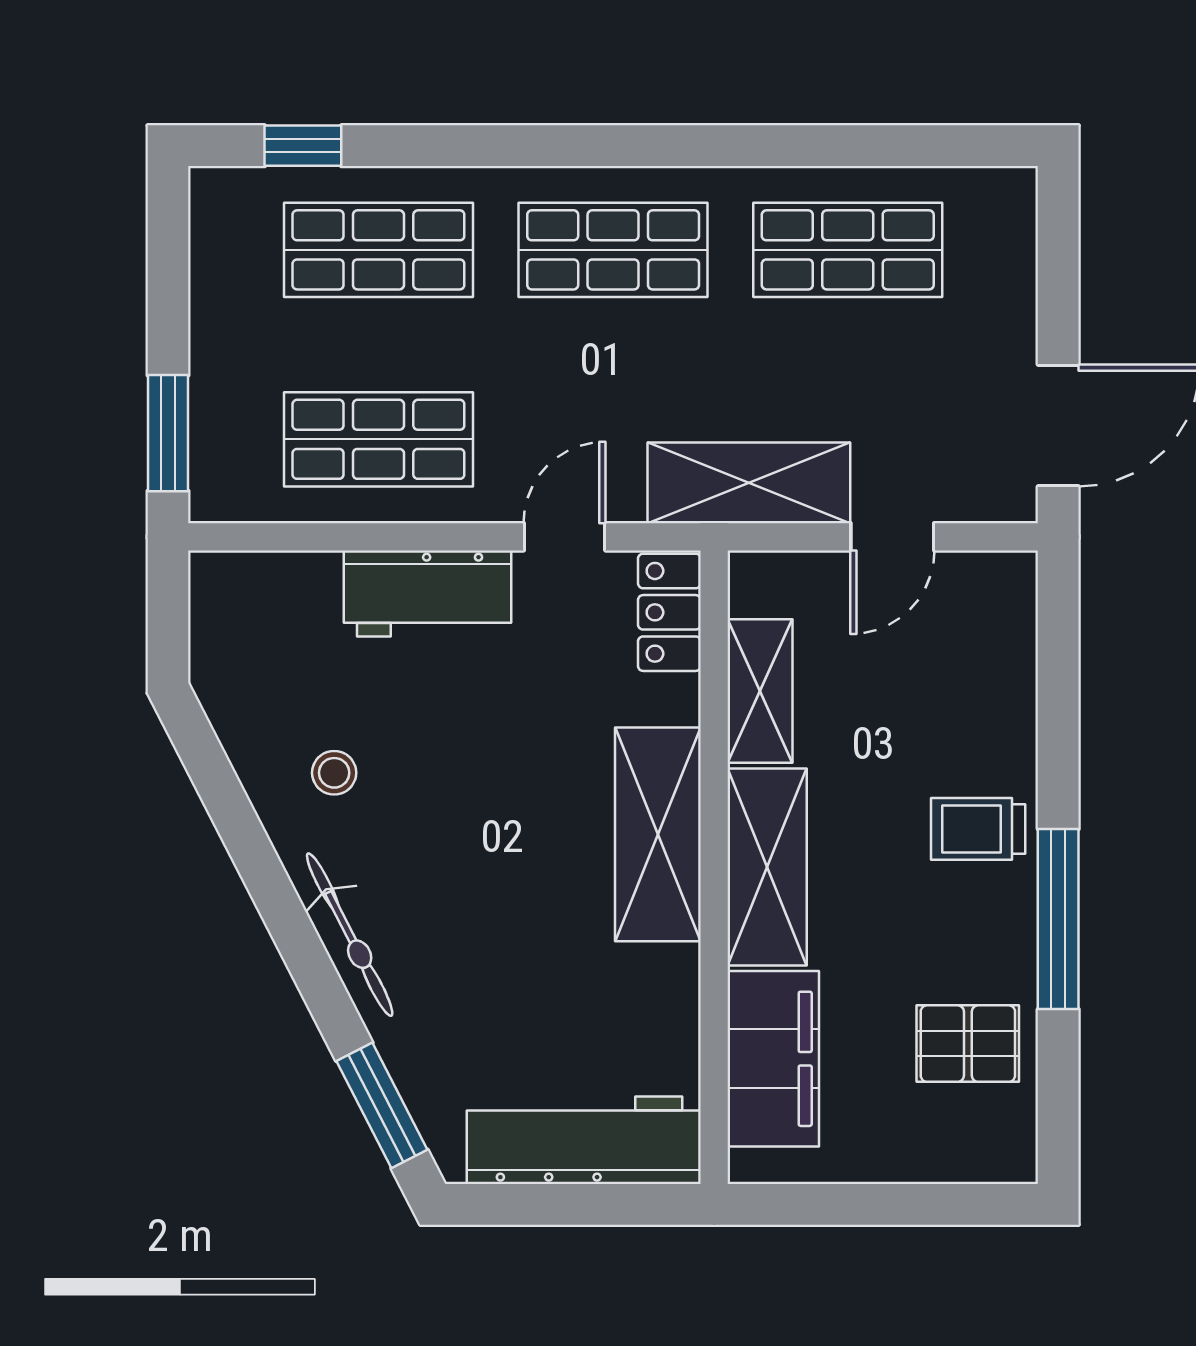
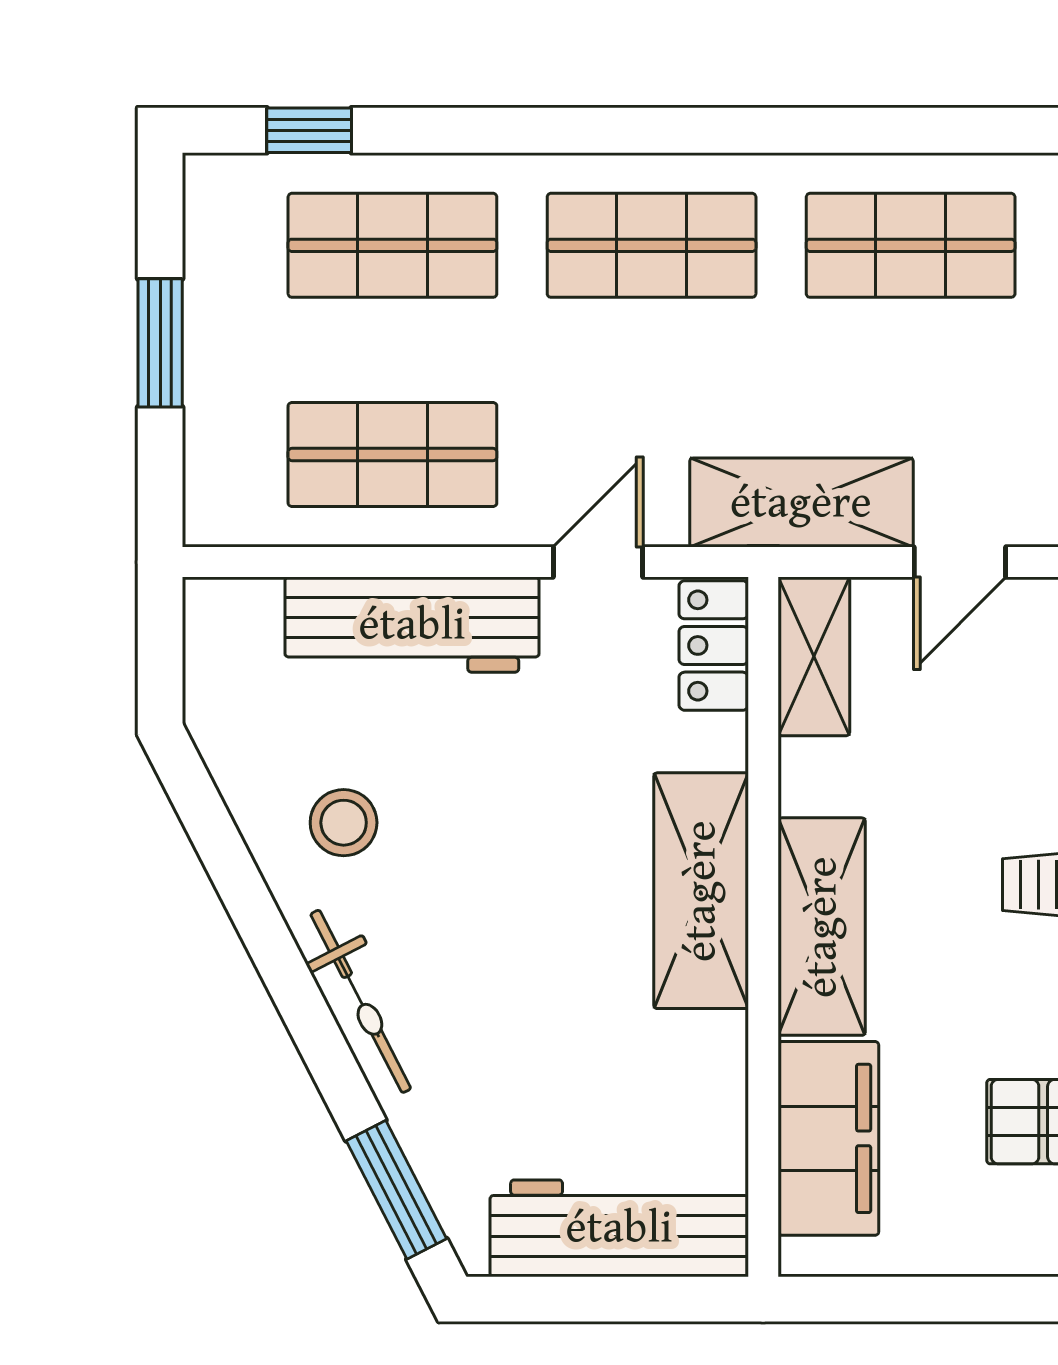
window: (168, 433) -> (160, 343), moved
workbench: (427, 593) -> (412, 625), width x1.37
shelving: (760, 691) -> (814, 656), moved
stool: (334, 773) -> (344, 823), width x1.37, depth x1.37

